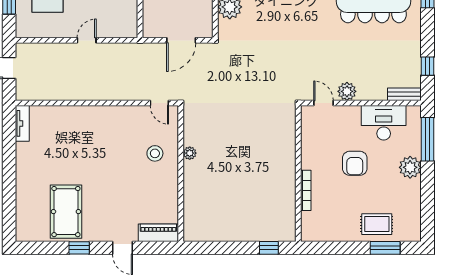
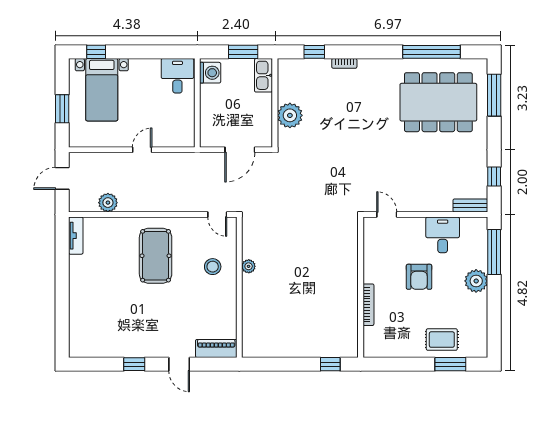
plant: (347, 91) -> (108, 203), moved
desk: (384, 123) -> (443, 235), width x0.73
pool table: (66, 212) -> (156, 256), moved

